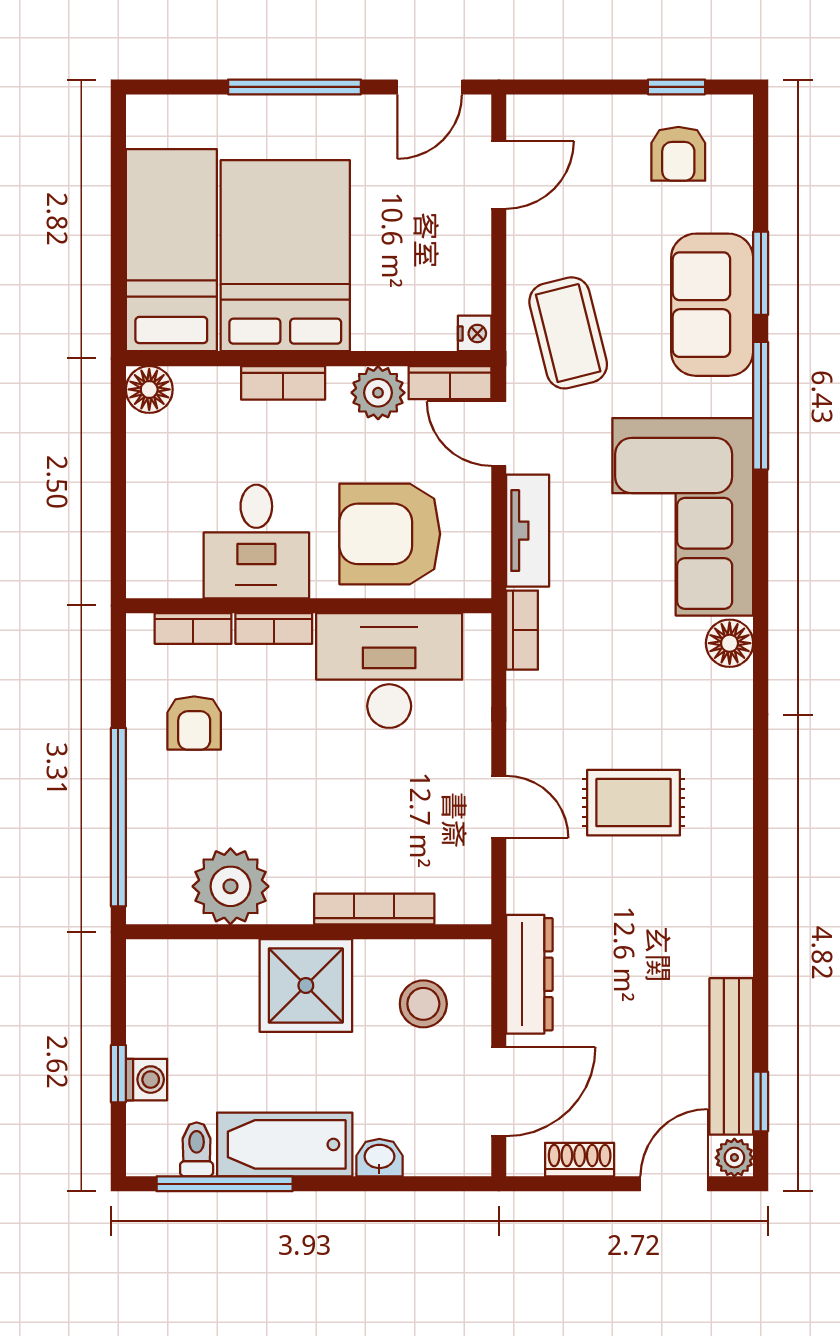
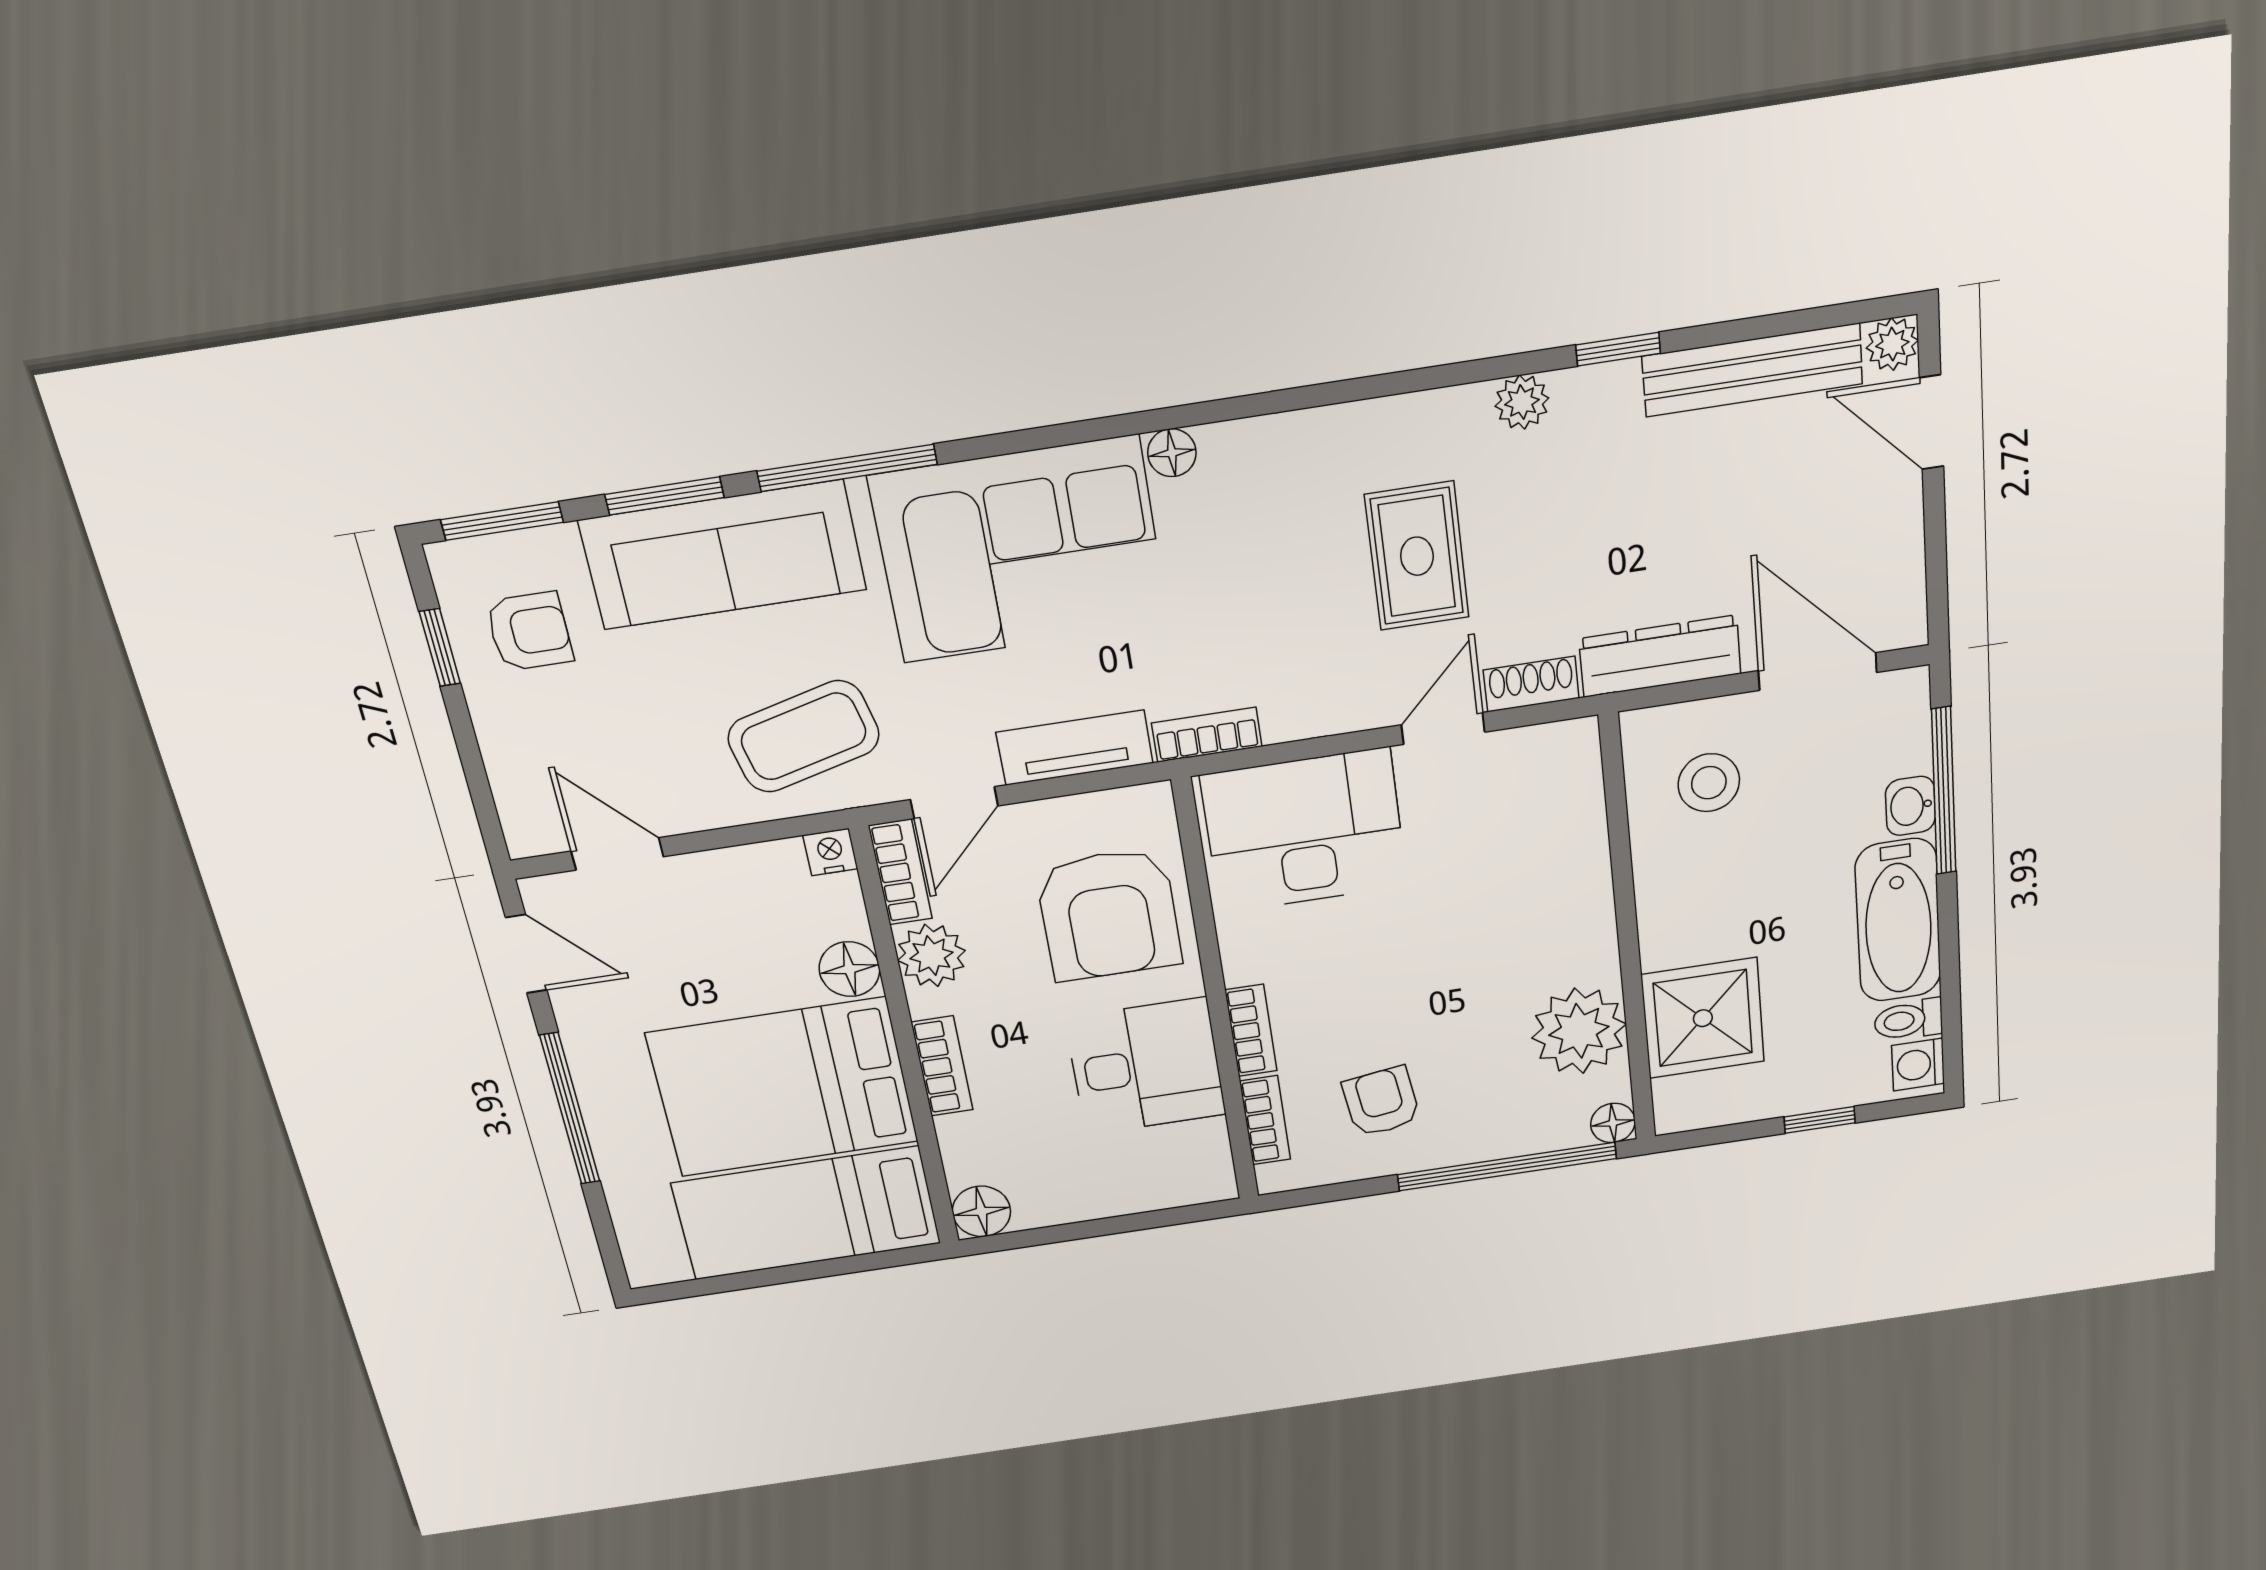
window: (761, 155) -> (502, 521), added
sofa: (712, 305) -> (723, 555), width x1.36
floor lamp: (377, 328) -> (849, 969), added
floor lamp: (730, 643) -> (1172, 453), width x0.73, depth x0.73
desk: (389, 670) -> (1304, 831), moved, turned 90
armchair: (194, 723) -> (1381, 1102), turned -98
plant: (734, 890) -> (1522, 402), added
floor lamp: (144, 906) -> (1613, 1123), added
bookcase: (374, 909) -> (1591, 860), removed
shower: (306, 985) -> (1703, 1018), moved
washing machine: (146, 1080) -> (1918, 1065), moved, turned -90
window: (761, 1101) -> (1618, 349), moved
shoe rack: (580, 1160) -> (1531, 684), moved, turned 90
window: (225, 1184) -> (1944, 791), moved

